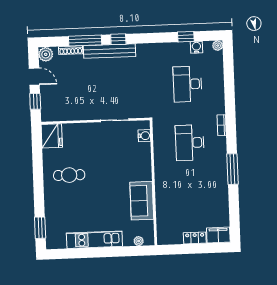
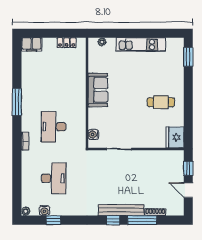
plant: (46, 54) -> (177, 209), removed
desk: (190, 143) -> (54, 127), turned 180
sofa: (142, 201) -> (98, 90), moved
locker: (195, 238) -> (67, 43), moved

